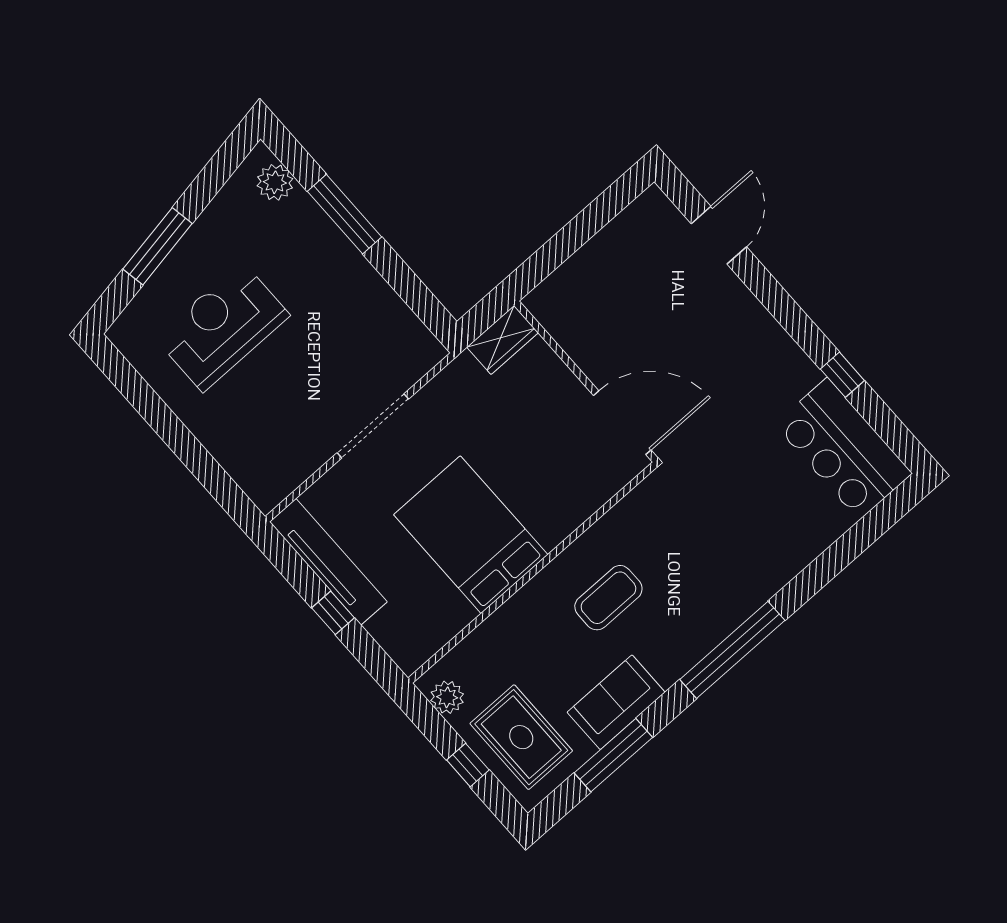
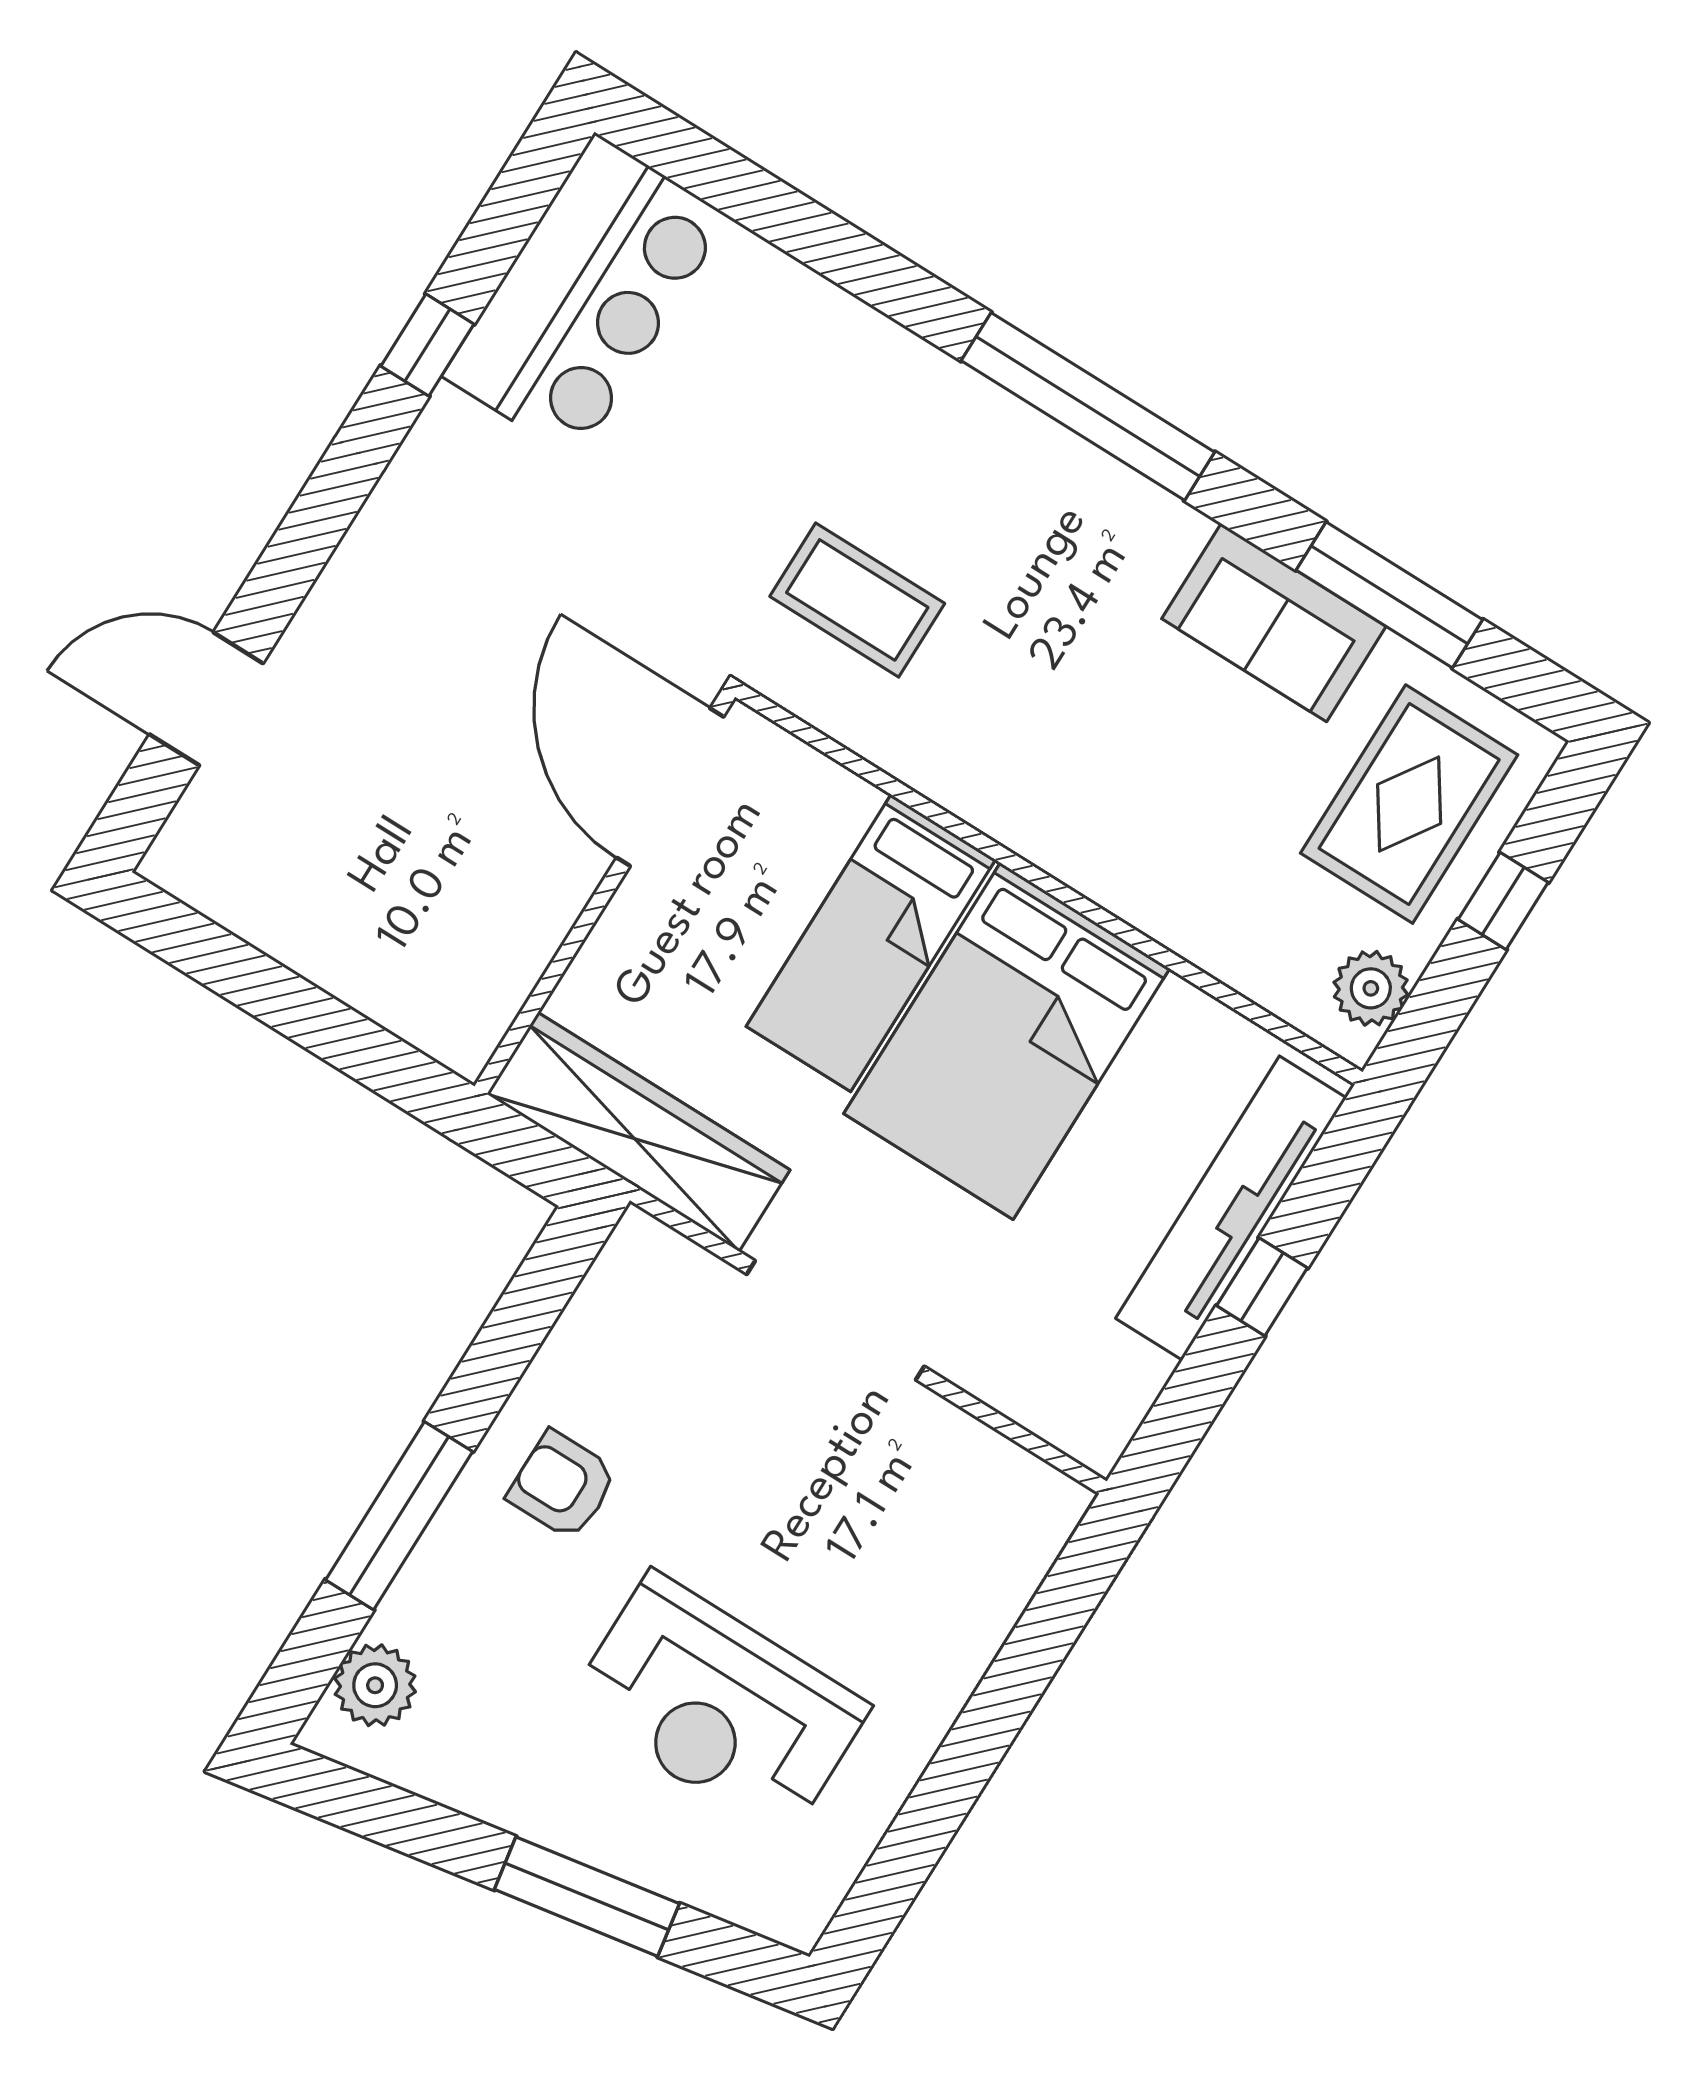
armchair: (337, 288) -> (562, 1485), added
wardrobe: (503, 340) -> (638, 1132), width x2.10, depth x1.17
bed: (530, 489) -> (871, 943), added
tv unit: (328, 562) -> (1231, 1208), moved
coffee table: (608, 598) -> (857, 600), moved

